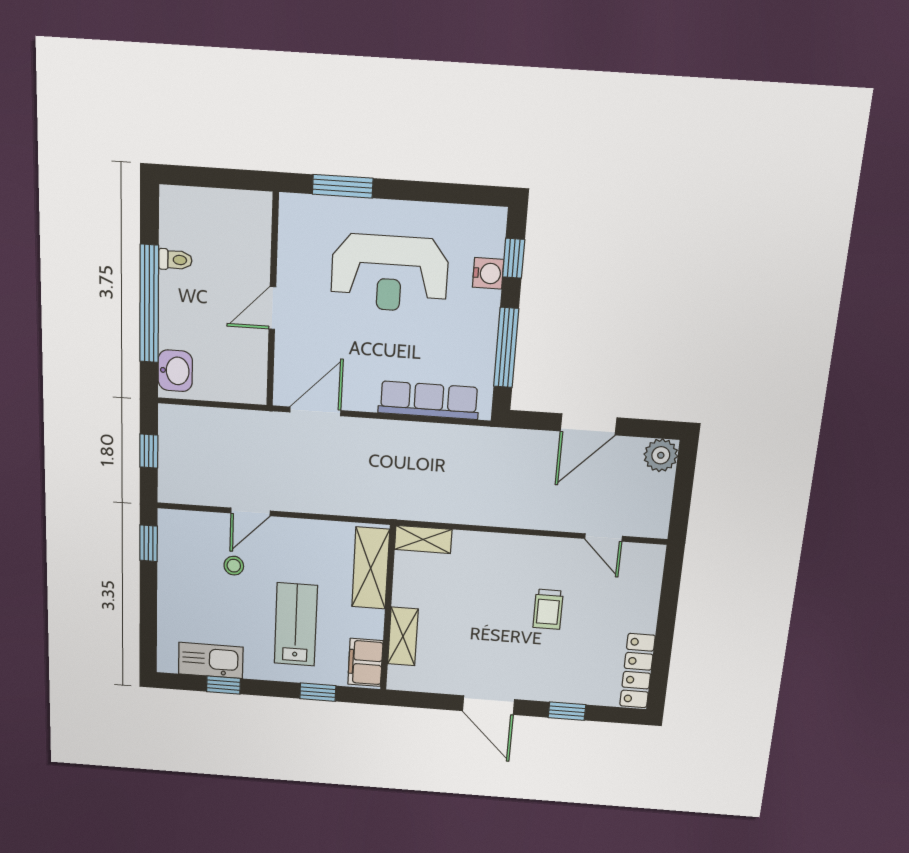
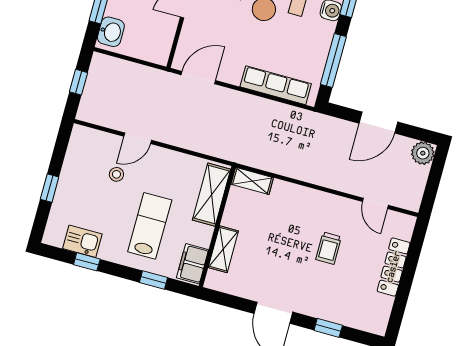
window: (149, 543) -> (50, 188), moved
kitchen sink: (211, 660) -> (82, 241), width x0.73
locker: (637, 671) -> (394, 267), moved

